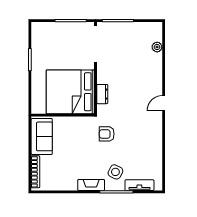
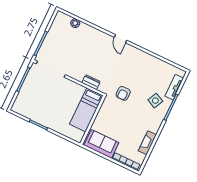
bed: (70, 92) -> (86, 110), width x0.49
fireplace: (91, 185) -> (147, 143), moved

